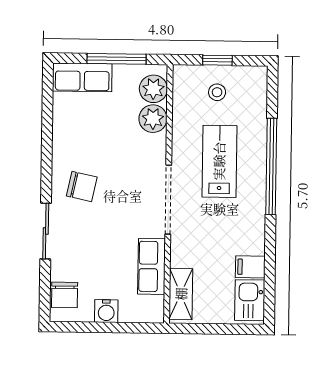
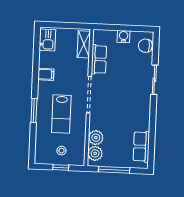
row of seats: (82, 77) -> (141, 147), moved, turned -90
window: (271, 166) -> (34, 110), width x0.47
chair: (82, 186) -> (135, 103), removed
filing cabinet: (250, 267) -> (46, 74), moved
chair: (65, 295) -> (145, 46), turned -90

